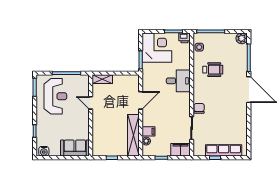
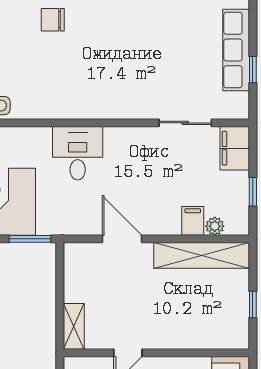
wheelchair: (213, 70) -> (52, 75), removed
chair: (199, 108) -> (53, 20), moved

